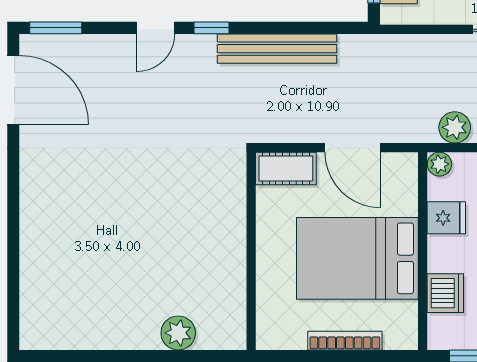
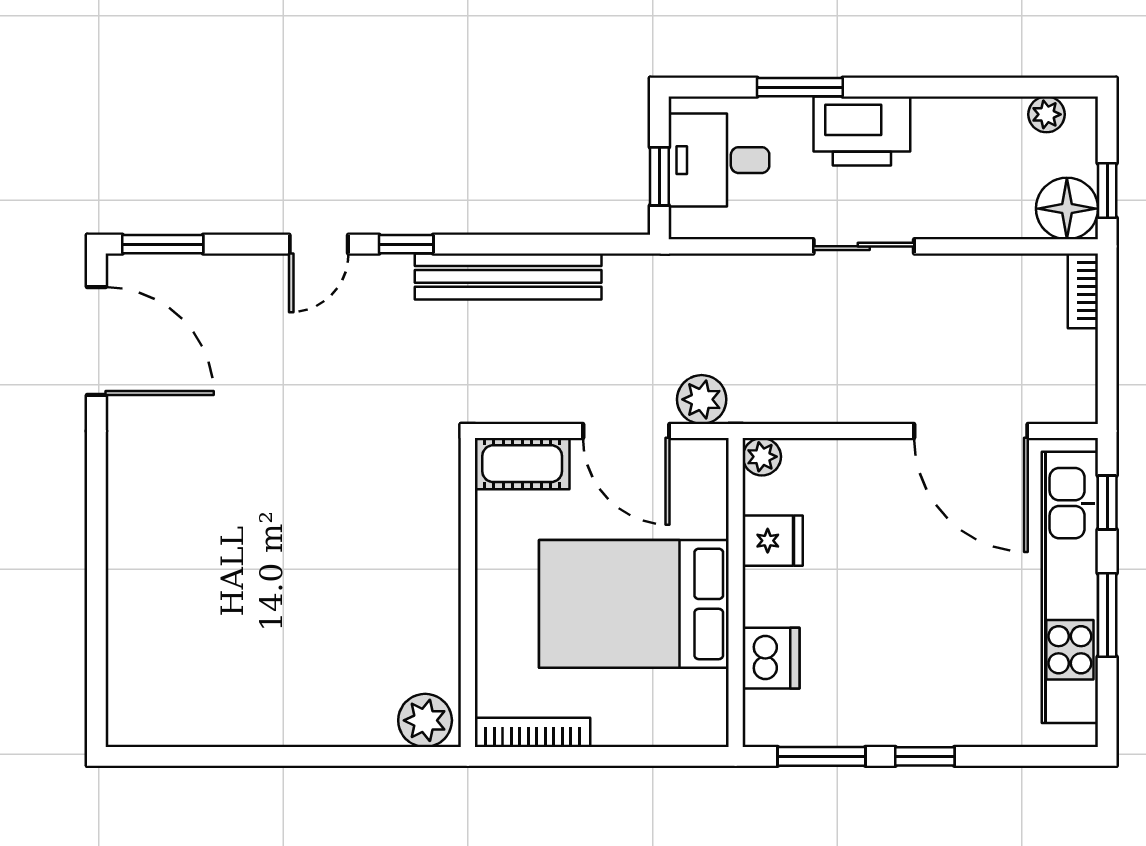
plant: (455, 127) -> (702, 399), moved
plant: (178, 333) -> (425, 720), moved
bookcase: (345, 341) -> (533, 732), moved

